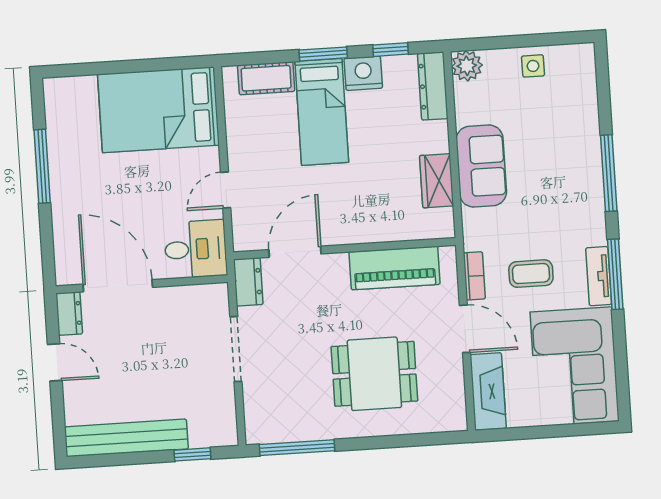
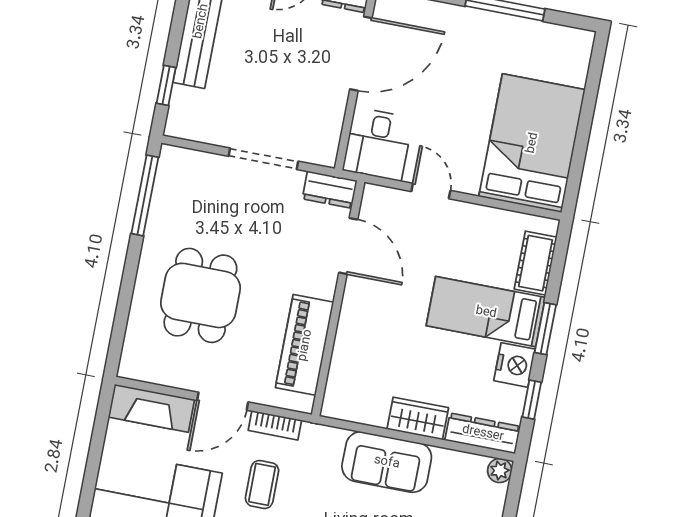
plant: (467, 66) -> (500, 471), width x0.73, depth x0.73
wardrobe: (437, 181) -> (418, 418), moved

